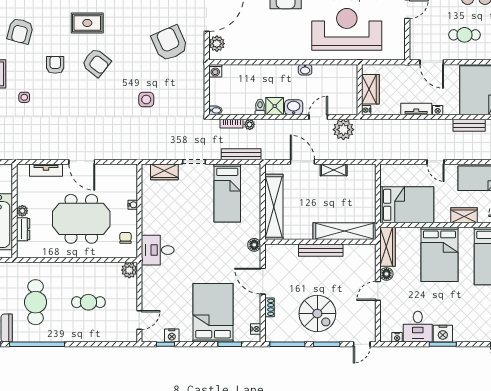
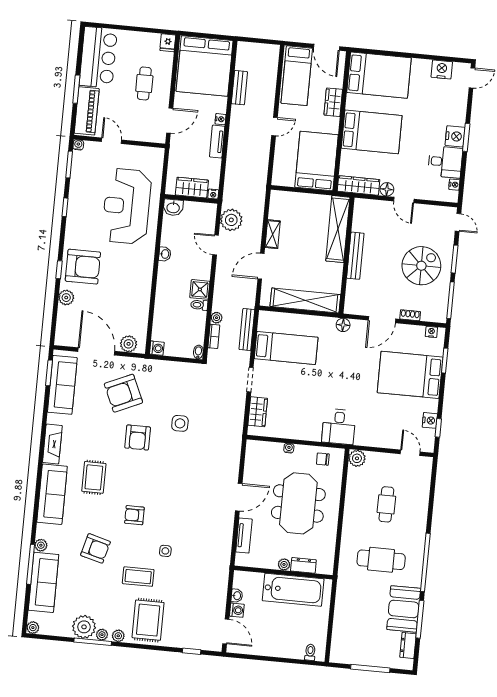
armchair: (96, 63) -> (138, 437), moved, turned 142
washbasin: (294, 107) -> (173, 207), moved, turned -90

